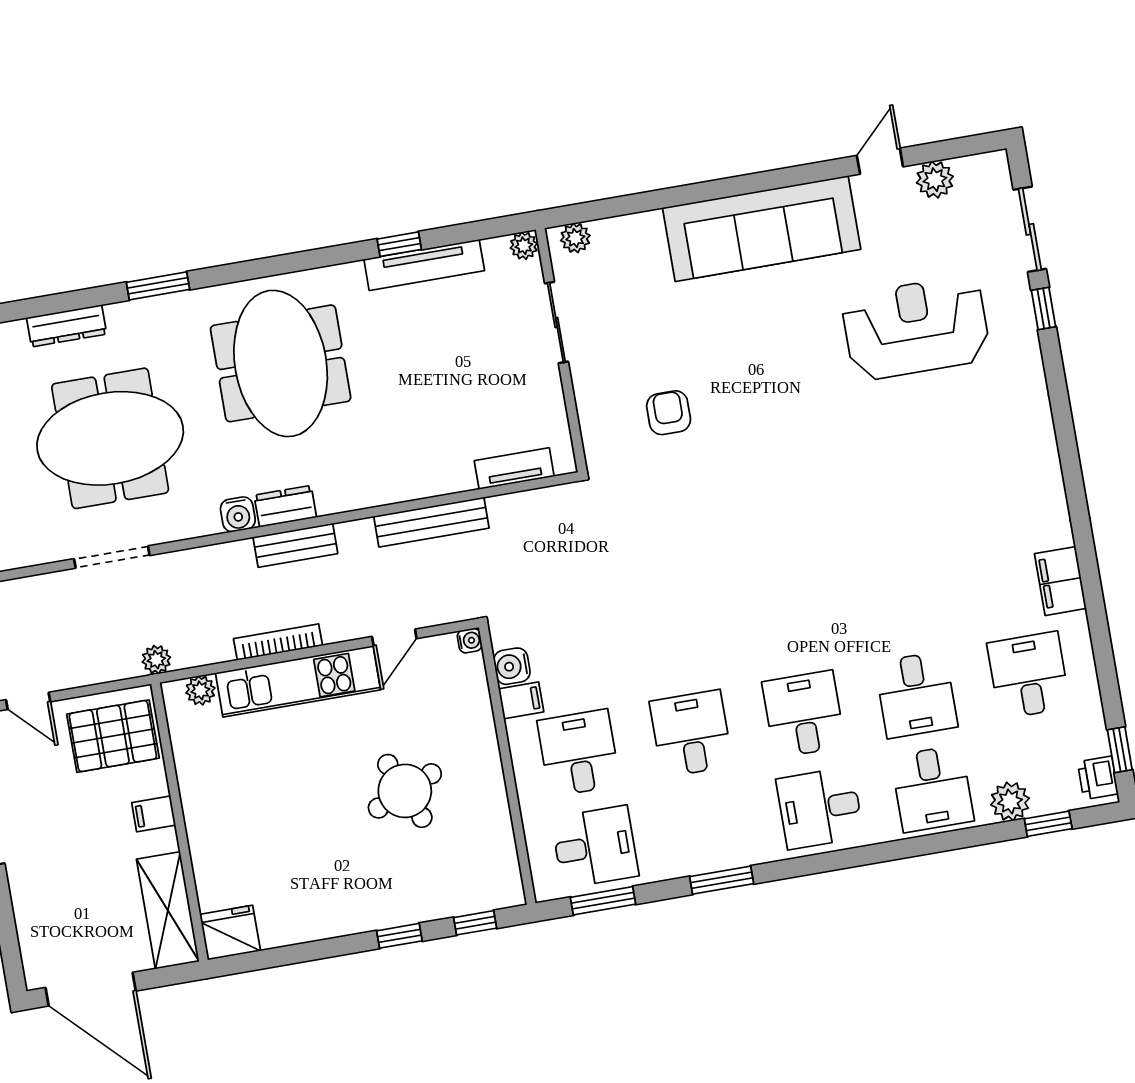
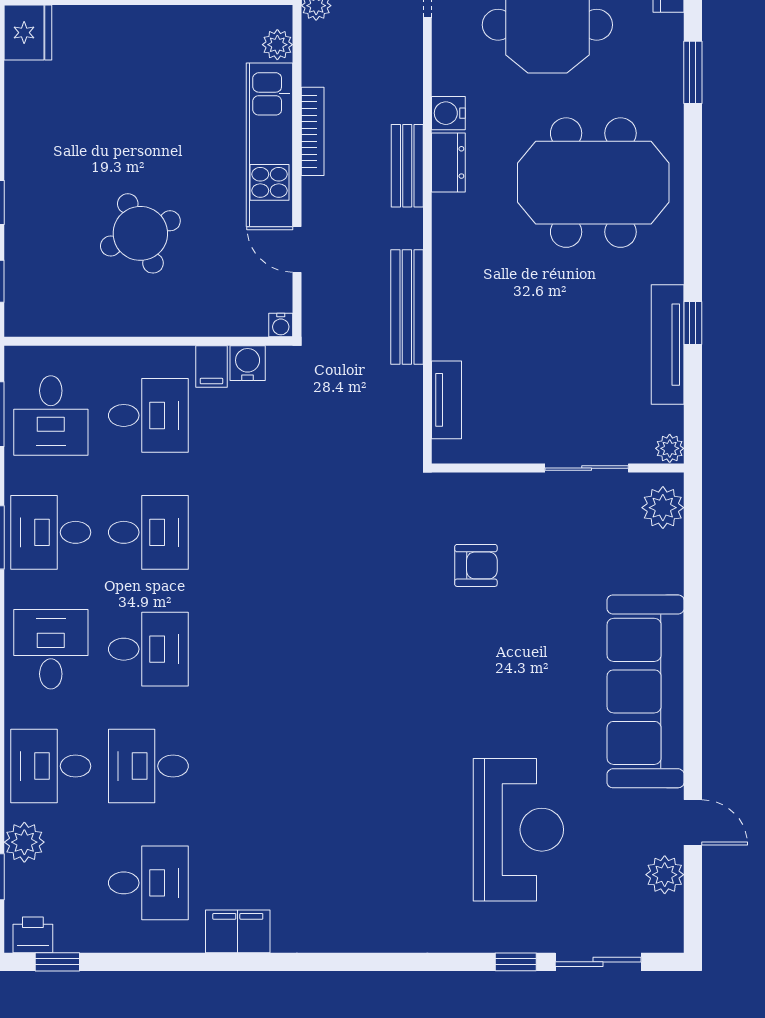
plant: (575, 238) -> (663, 508), width x1.38, depth x1.38
desk: (707, 827) -> (51, 532), added

